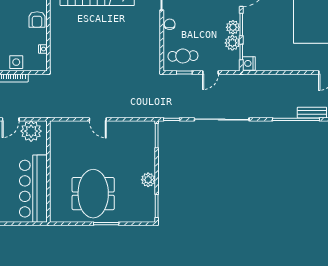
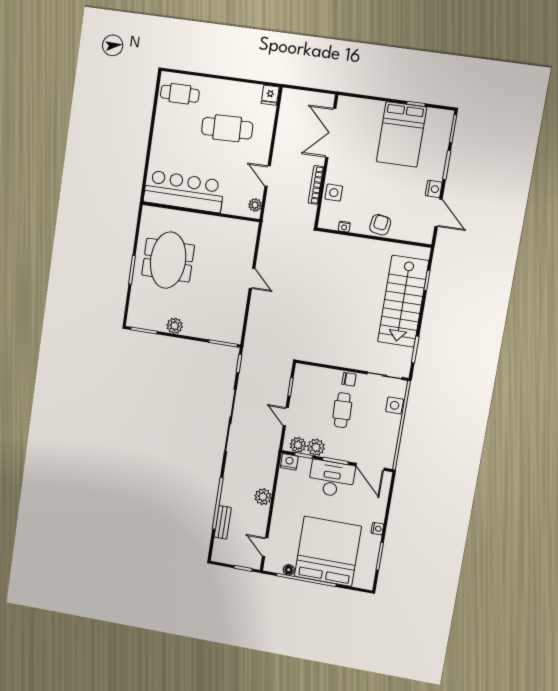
armchair: (37, 20) -> (380, 225), turned 98
desk: (257, 25) -> (331, 479), added
plant: (233, 27) -> (298, 445), moved
cafe table: (183, 56) -> (342, 410), moved
plant: (283, 81) -> (263, 497), added
door: (98, 119) -> (252, 279), swing flipped
plant: (31, 131) -> (255, 205), width x0.53, depth x0.53
meeting table: (93, 194) -> (168, 260), turned 90

